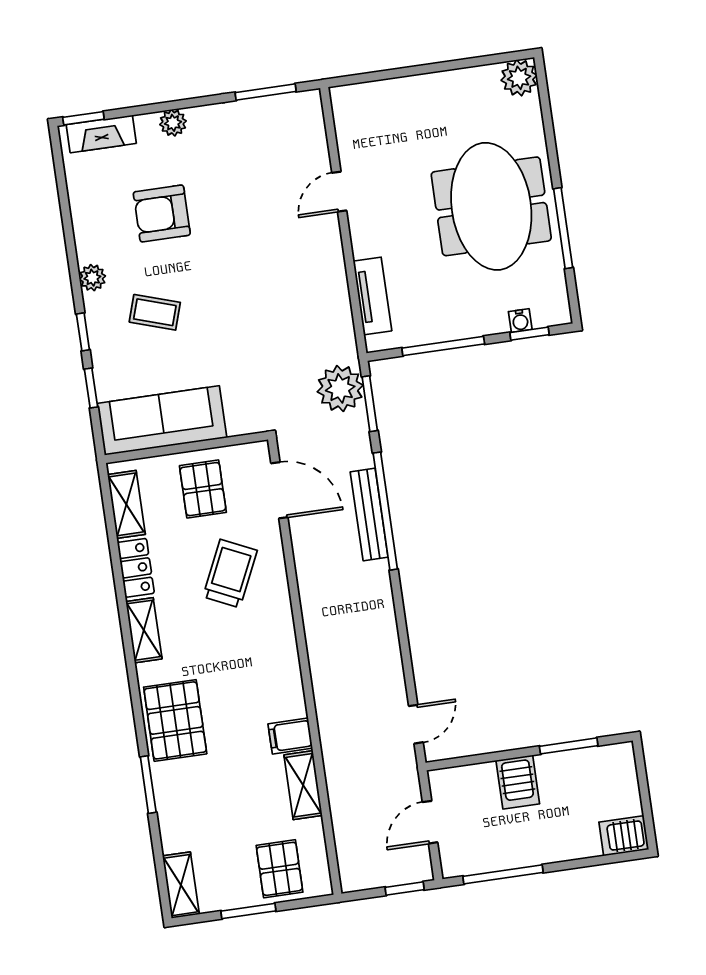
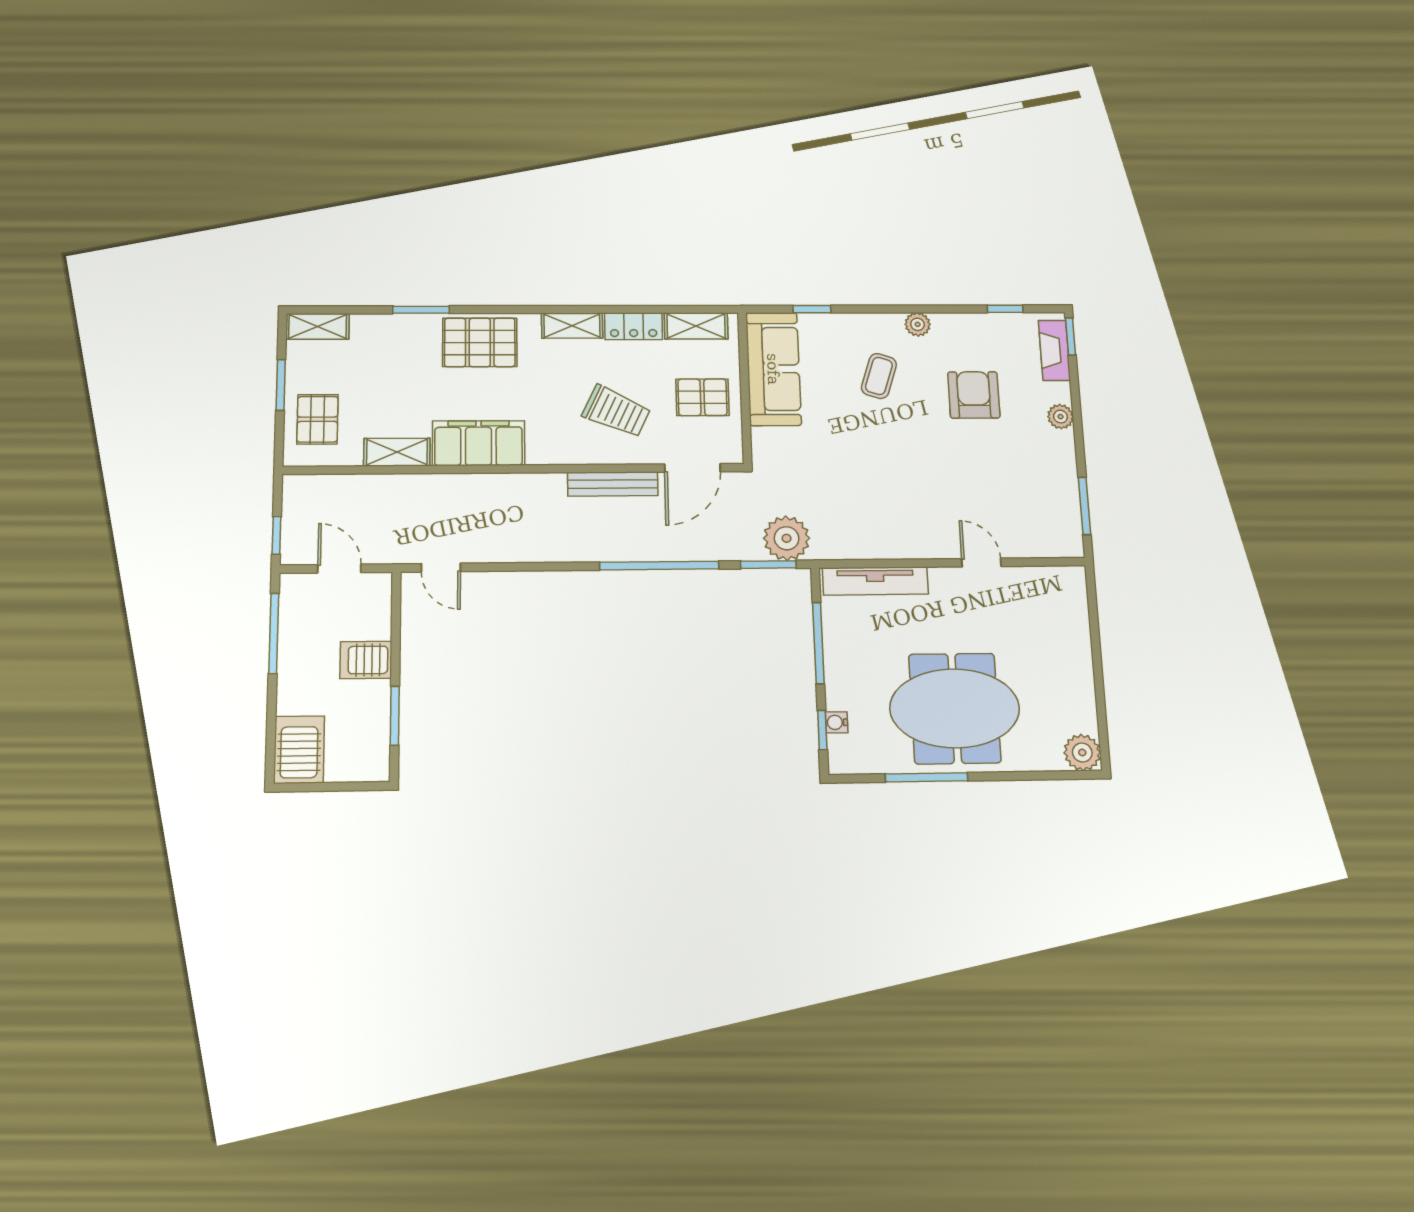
tv unit: (372, 296) -> (875, 581), width x1.41
window: (83, 332) -> (1005, 309), moved
bench: (369, 514) -> (613, 484), moved
filing cabinet: (290, 736) -> (478, 443), width x3.00, depth x1.17
server rack: (624, 836) -> (299, 750), width x1.36, depth x1.44
pallet: (279, 869) -> (317, 419), turned 90

